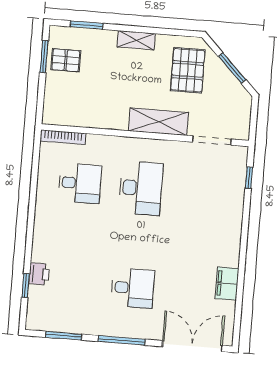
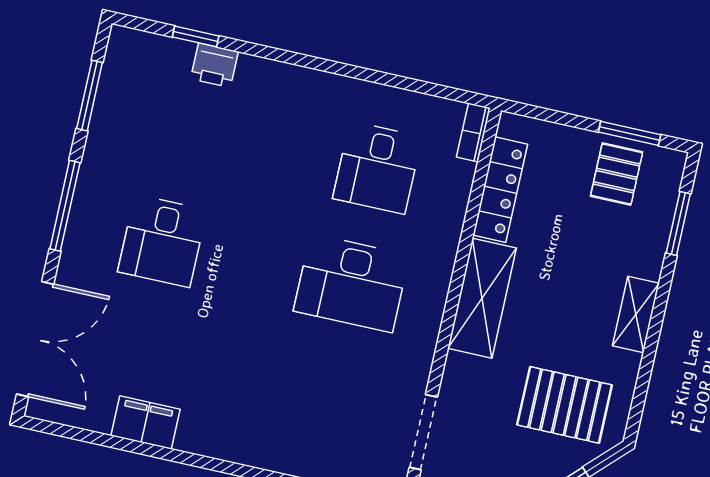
locker: (82, 119) -> (500, 190), added
shelving: (159, 122) -> (482, 298), moved
bookcase: (63, 137) -> (473, 133), width x0.64

